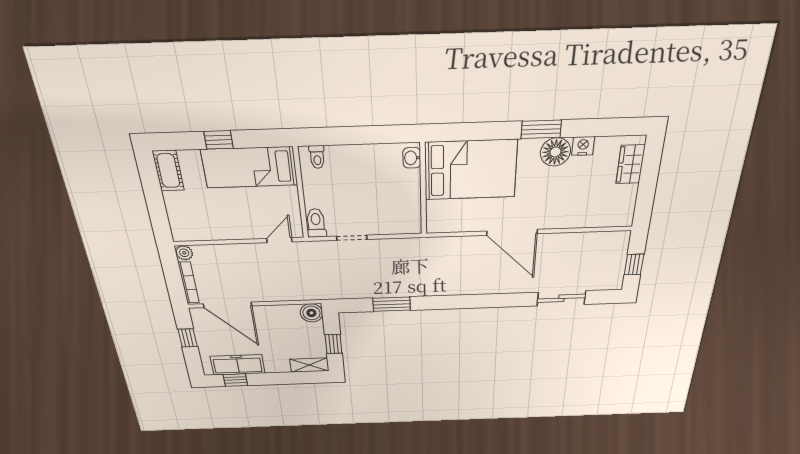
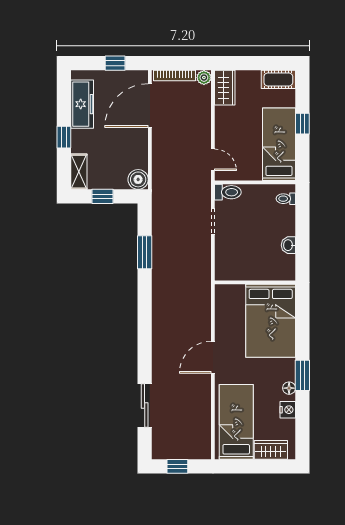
floor lamp: (555, 152) -> (289, 388), width x0.53, depth x0.53
washbasin: (412, 158) -> (288, 245), moved, turned -90
bed: (591, 205) -> (236, 422), added
wardrobe: (192, 230) -> (225, 88), added
door: (512, 232) -> (213, 357), width x0.73
window: (235, 380) -> (64, 137), moved

